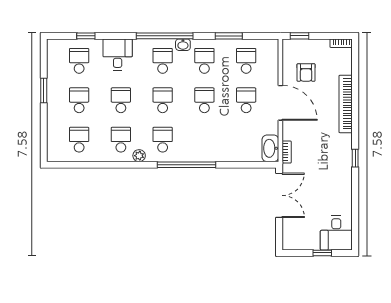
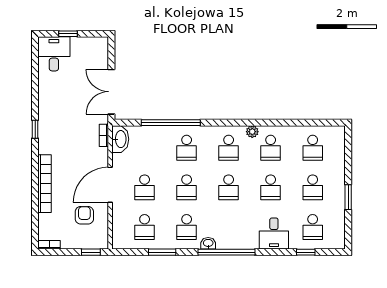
school desk: (163, 61) -> (187, 148), moved
door: (280, 103) -> (110, 185), hinge flipped
window: (187, 165) -> (171, 123), moved

